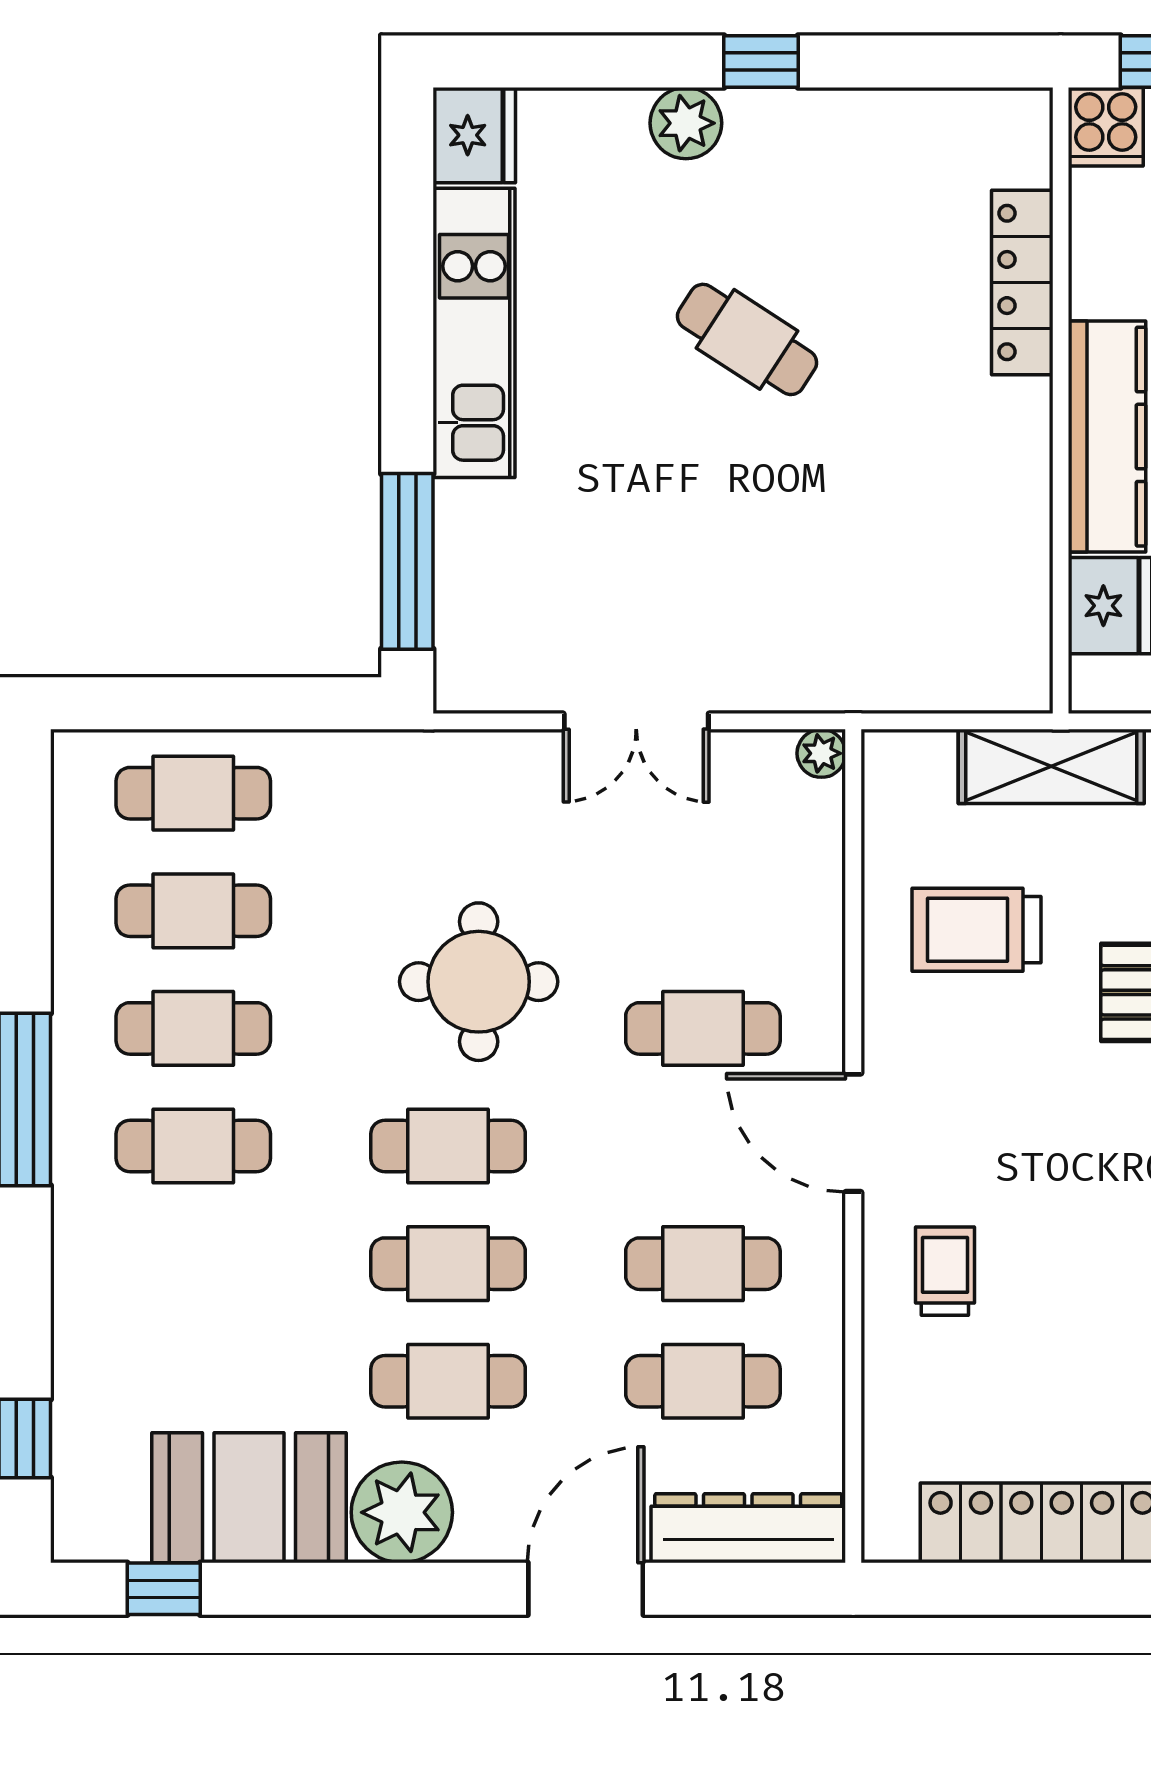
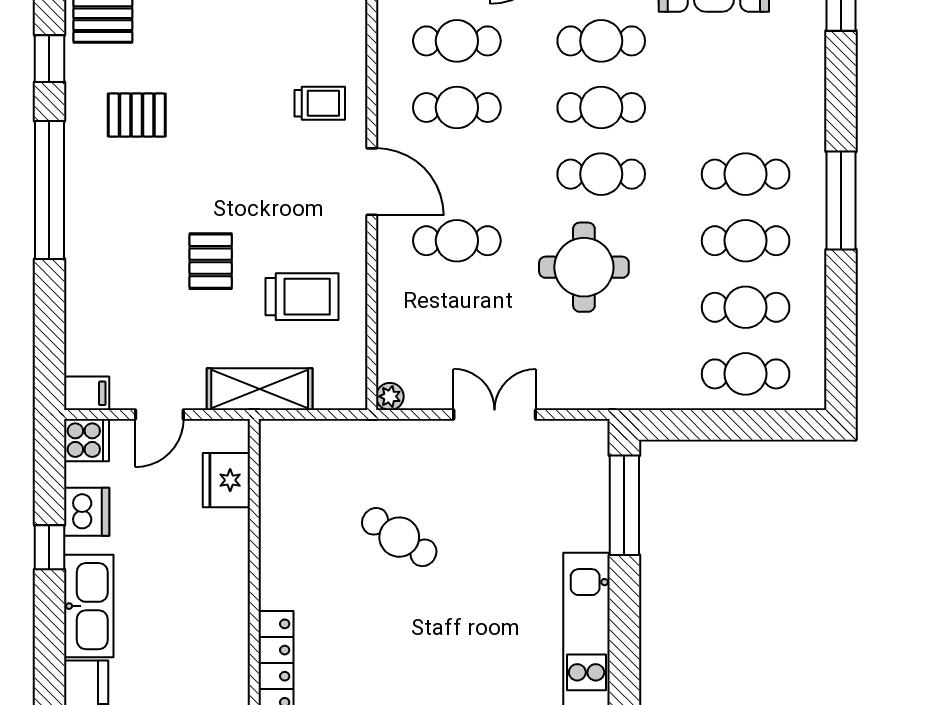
cafe table: (747, 339) -> (399, 537), moved
kitchen counter: (1107, 437) -> (228, 576), removed
trolley: (945, 1271) -> (320, 103), turned -90

